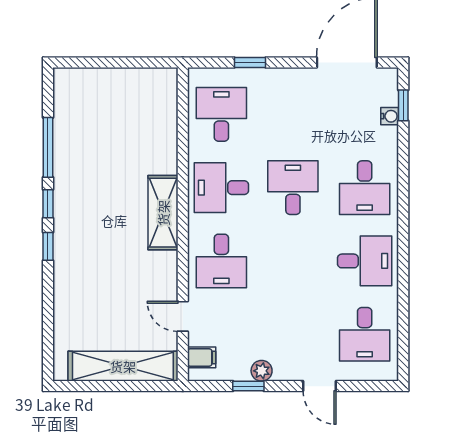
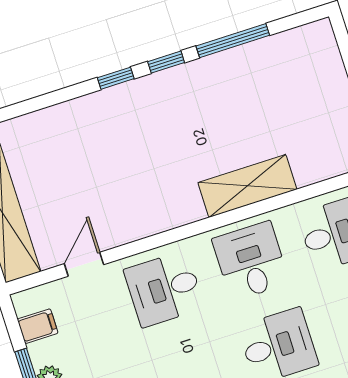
shelving: (163, 213) -> (247, 186), moved
filing cabinet: (202, 357) -> (38, 326), moved, turned -90

